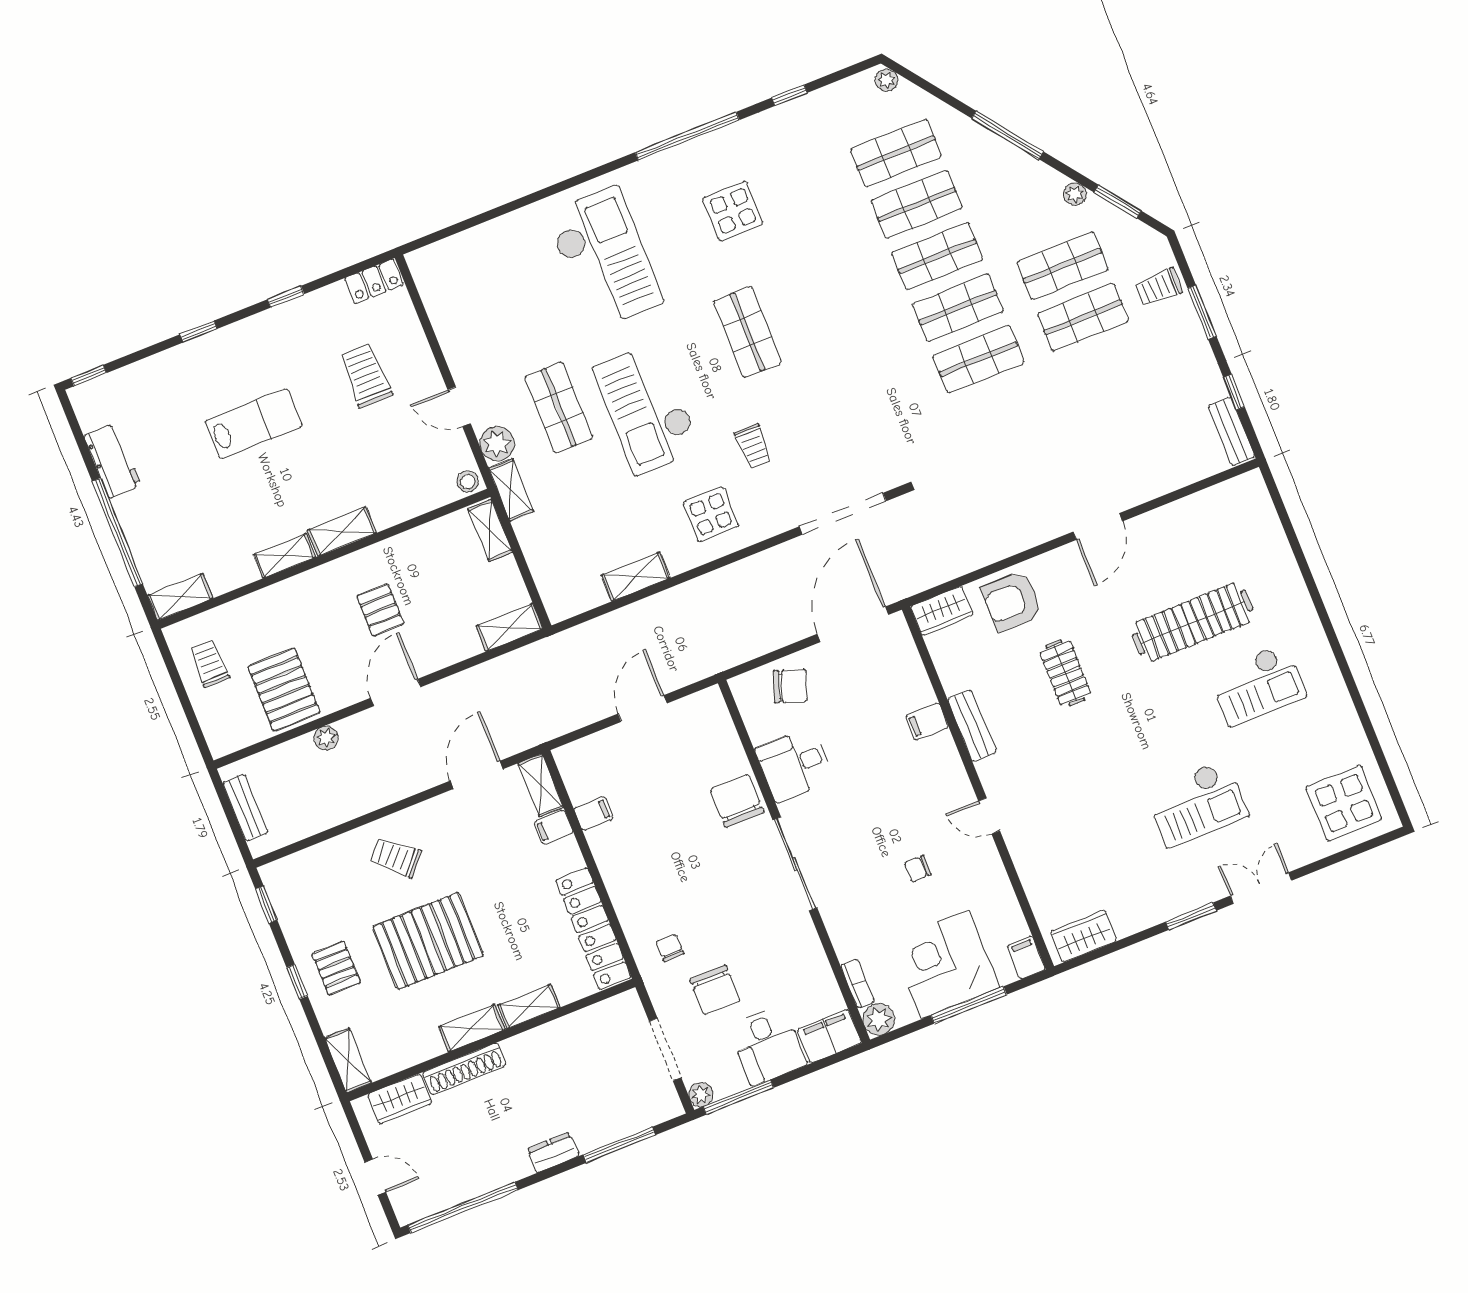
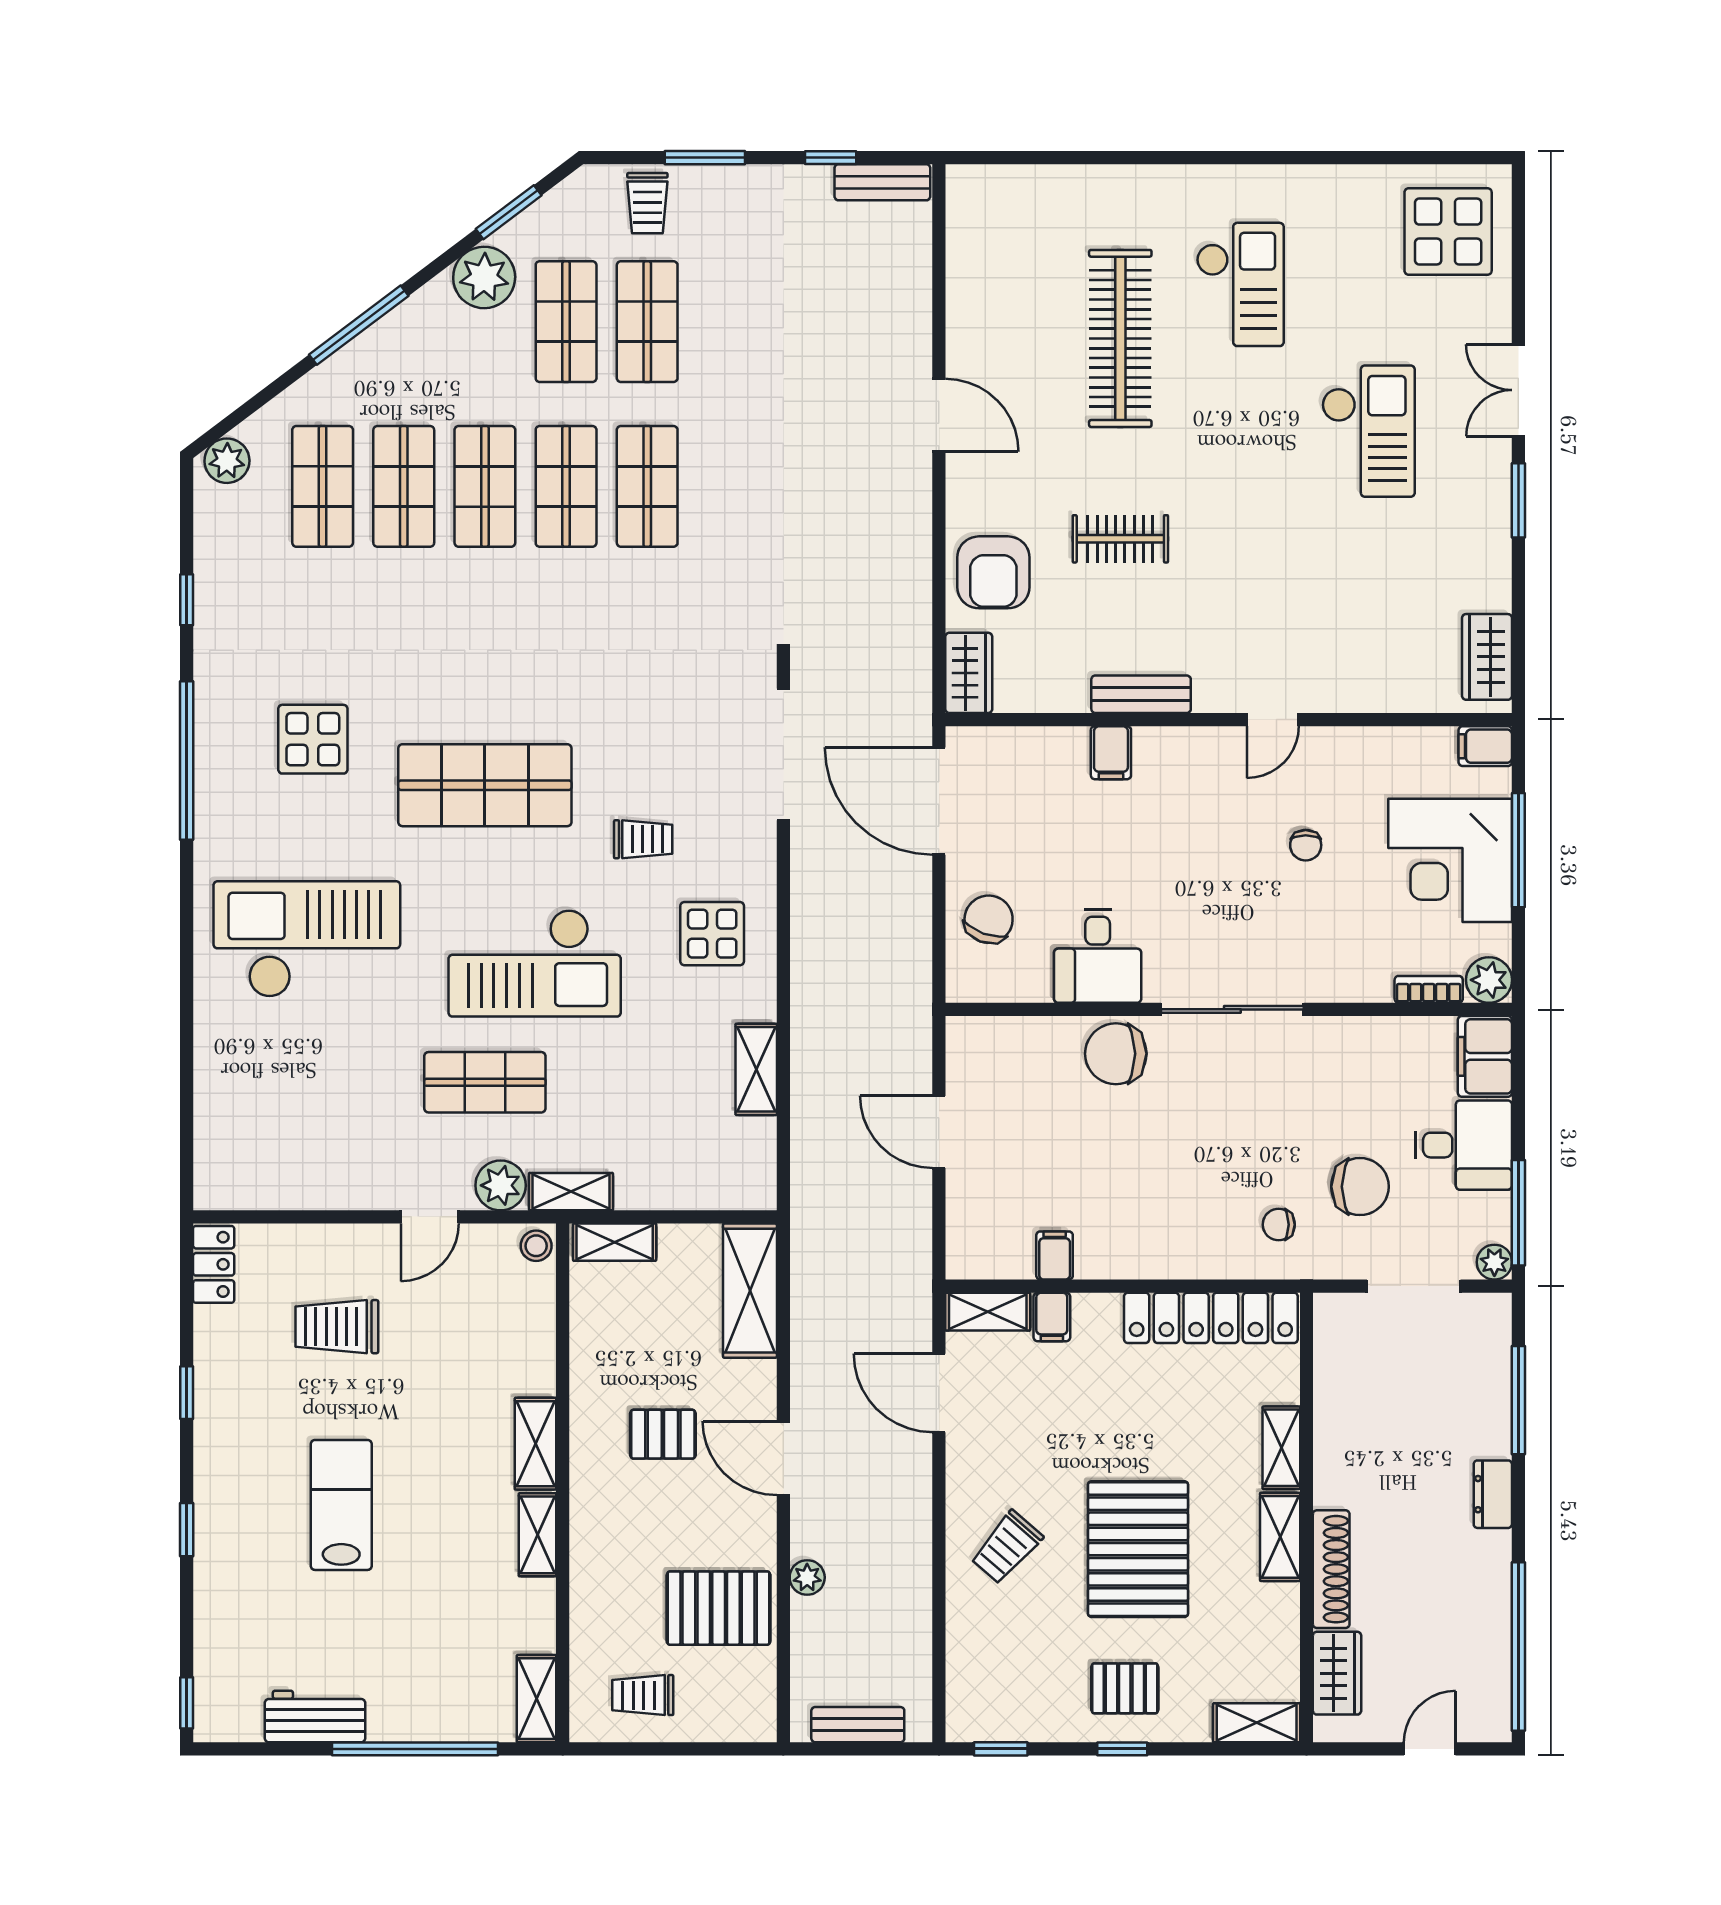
plant: (887, 80) -> (227, 461), width x1.38, depth x1.38
plant: (1075, 194) -> (484, 277), width x1.88, depth x1.88
shop shelf: (747, 332) -> (485, 785), width x1.43, depth x1.36
shelving: (510, 627) -> (750, 1291), width x1.50, depth x1.33

